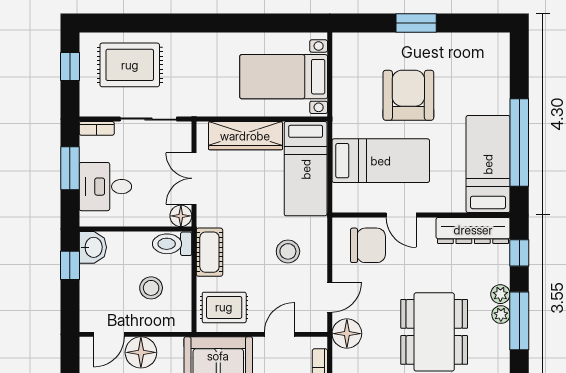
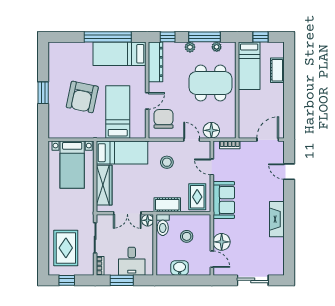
armchair: (408, 95) -> (82, 97), turned -78
washbasin: (93, 247) -> (180, 268), moved
window: (70, 265) -> (174, 280), removed
plant: (501, 315) -> (217, 47), moved

